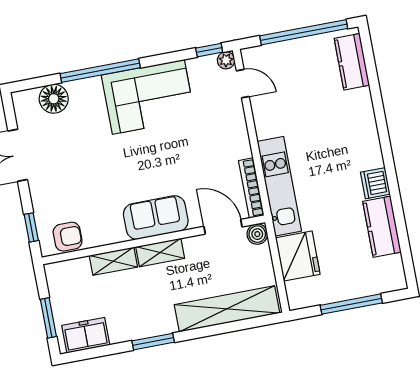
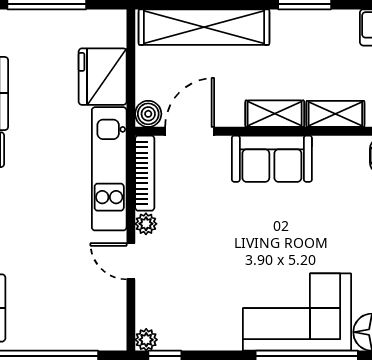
door: (243, 84) -> (131, 261), moved
corner sofa: (148, 97) -> (297, 312), moved
plant: (243, 149) -> (146, 224), added
door: (223, 227) -> (190, 131), swing flipped

